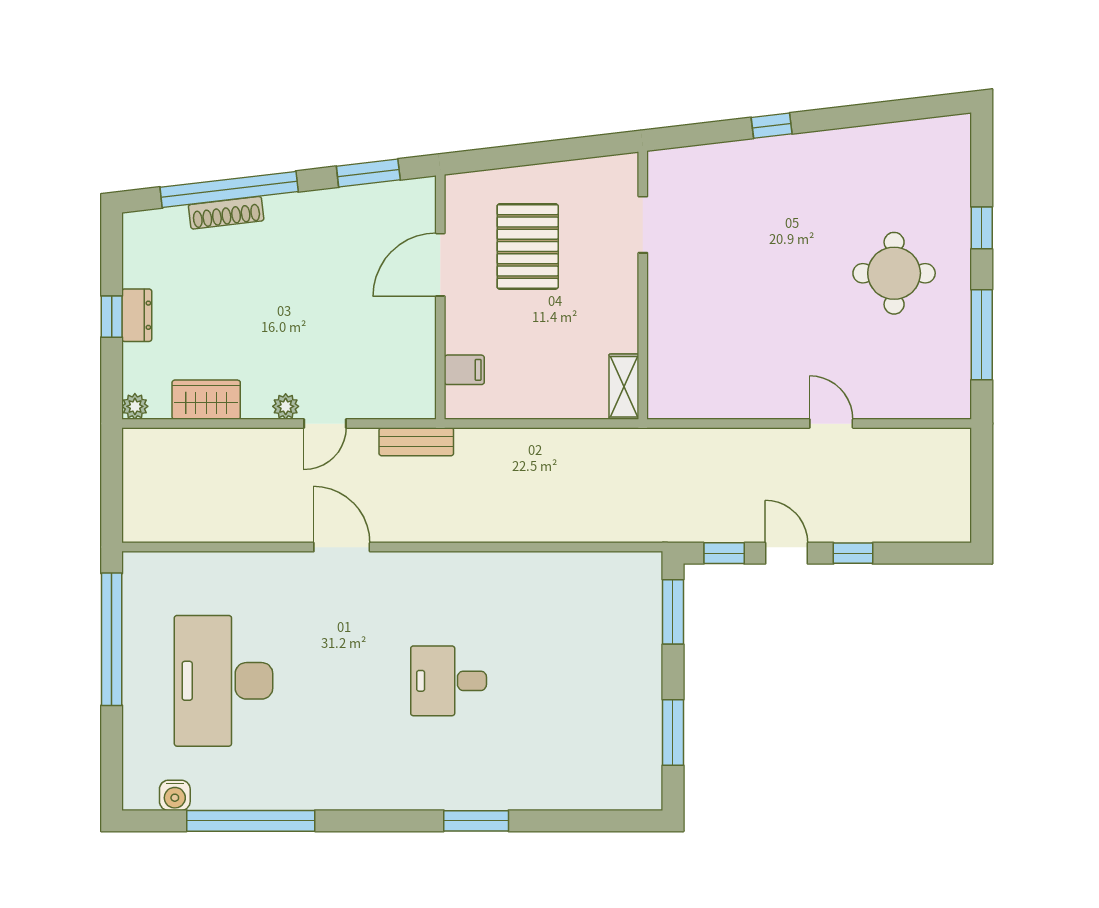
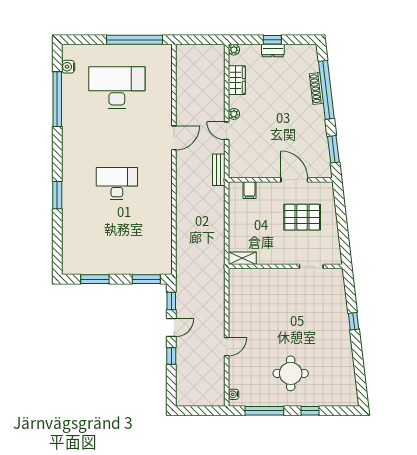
water cooler: (943, 407) -> (234, 394), added
desk: (449, 681) -> (117, 183), width x1.37

